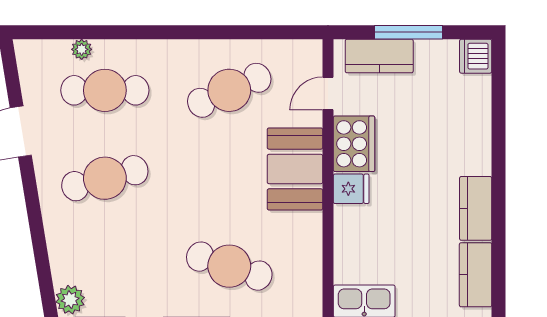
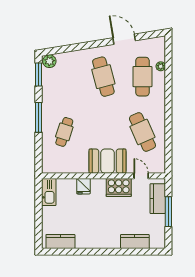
dishwasher: (476, 56) -> (158, 241), removed
fridge: (351, 189) -> (83, 186), moved
kitchen counter: (476, 208) -> (135, 241), moved
cafe table: (229, 266) -> (64, 132), width x0.73, depth x0.74

